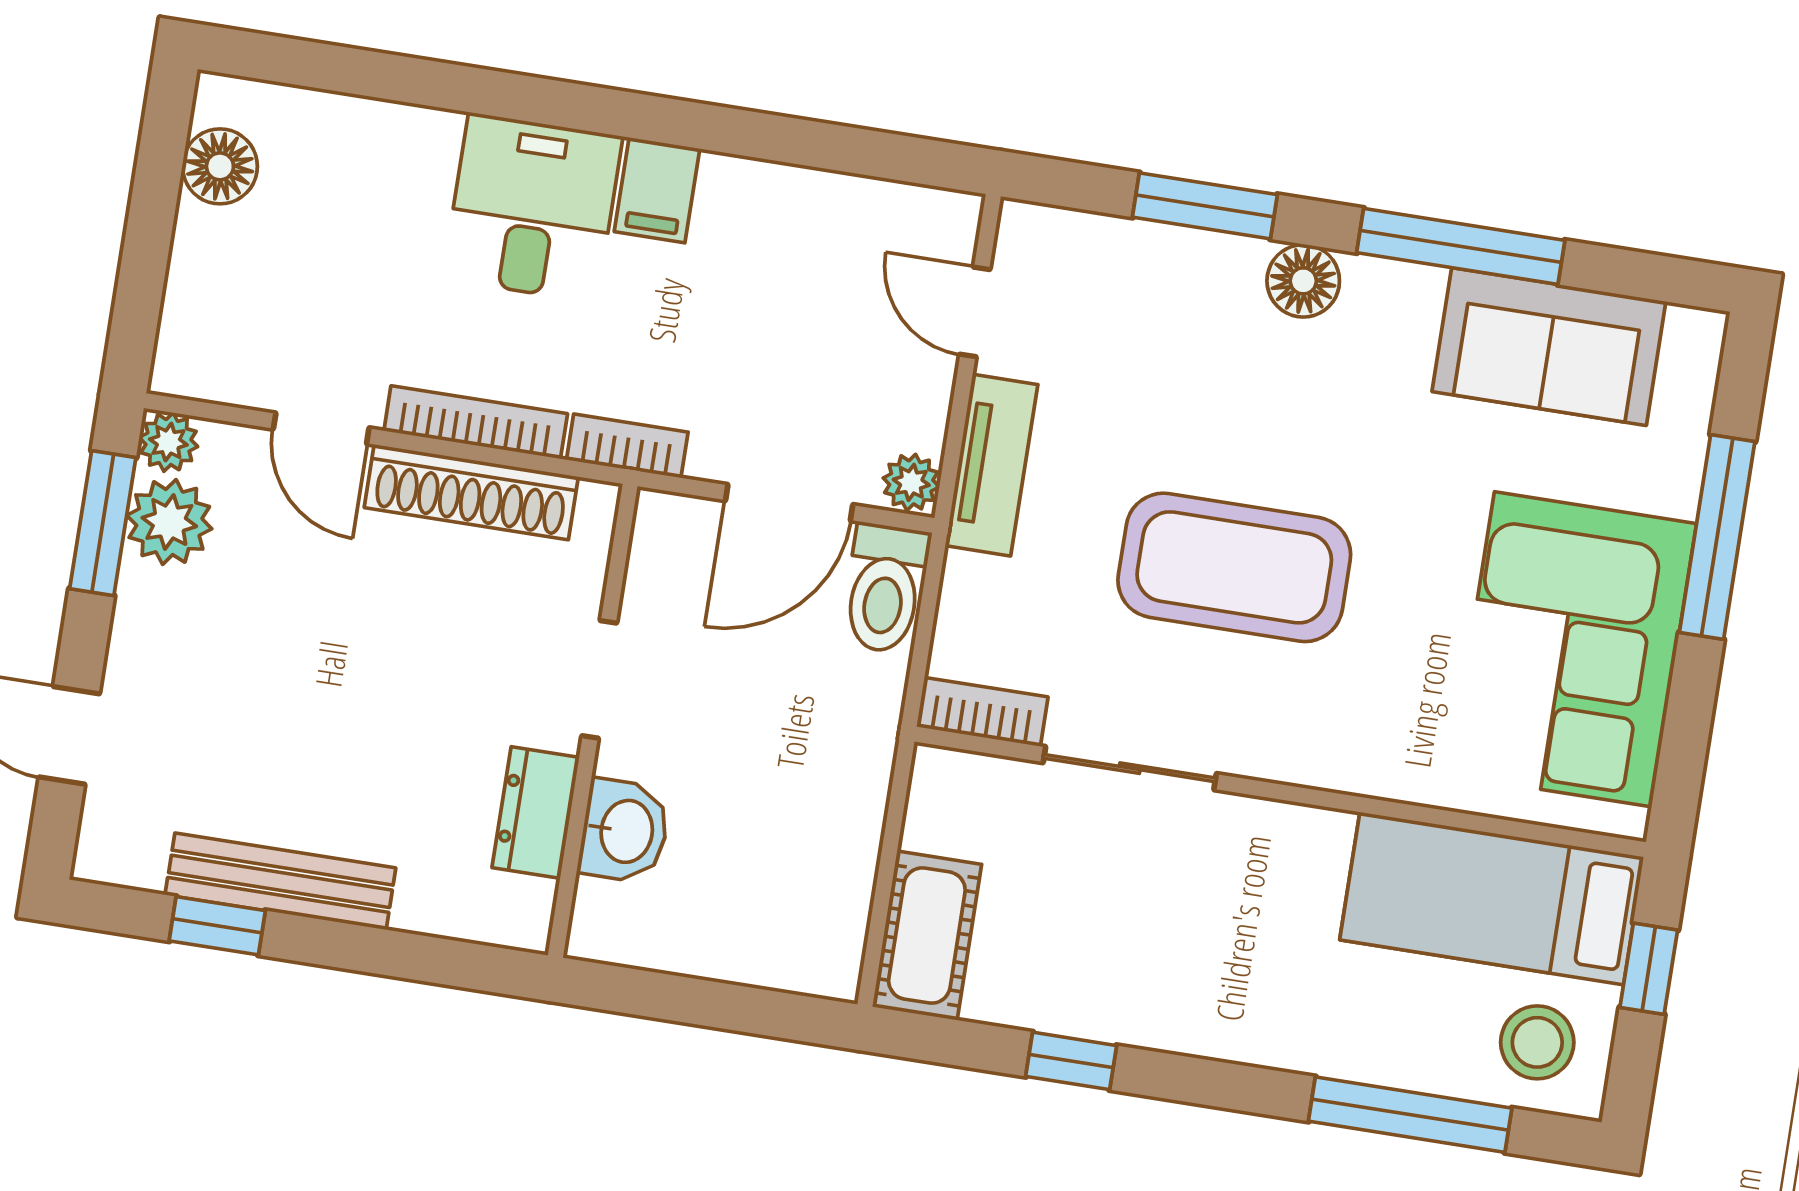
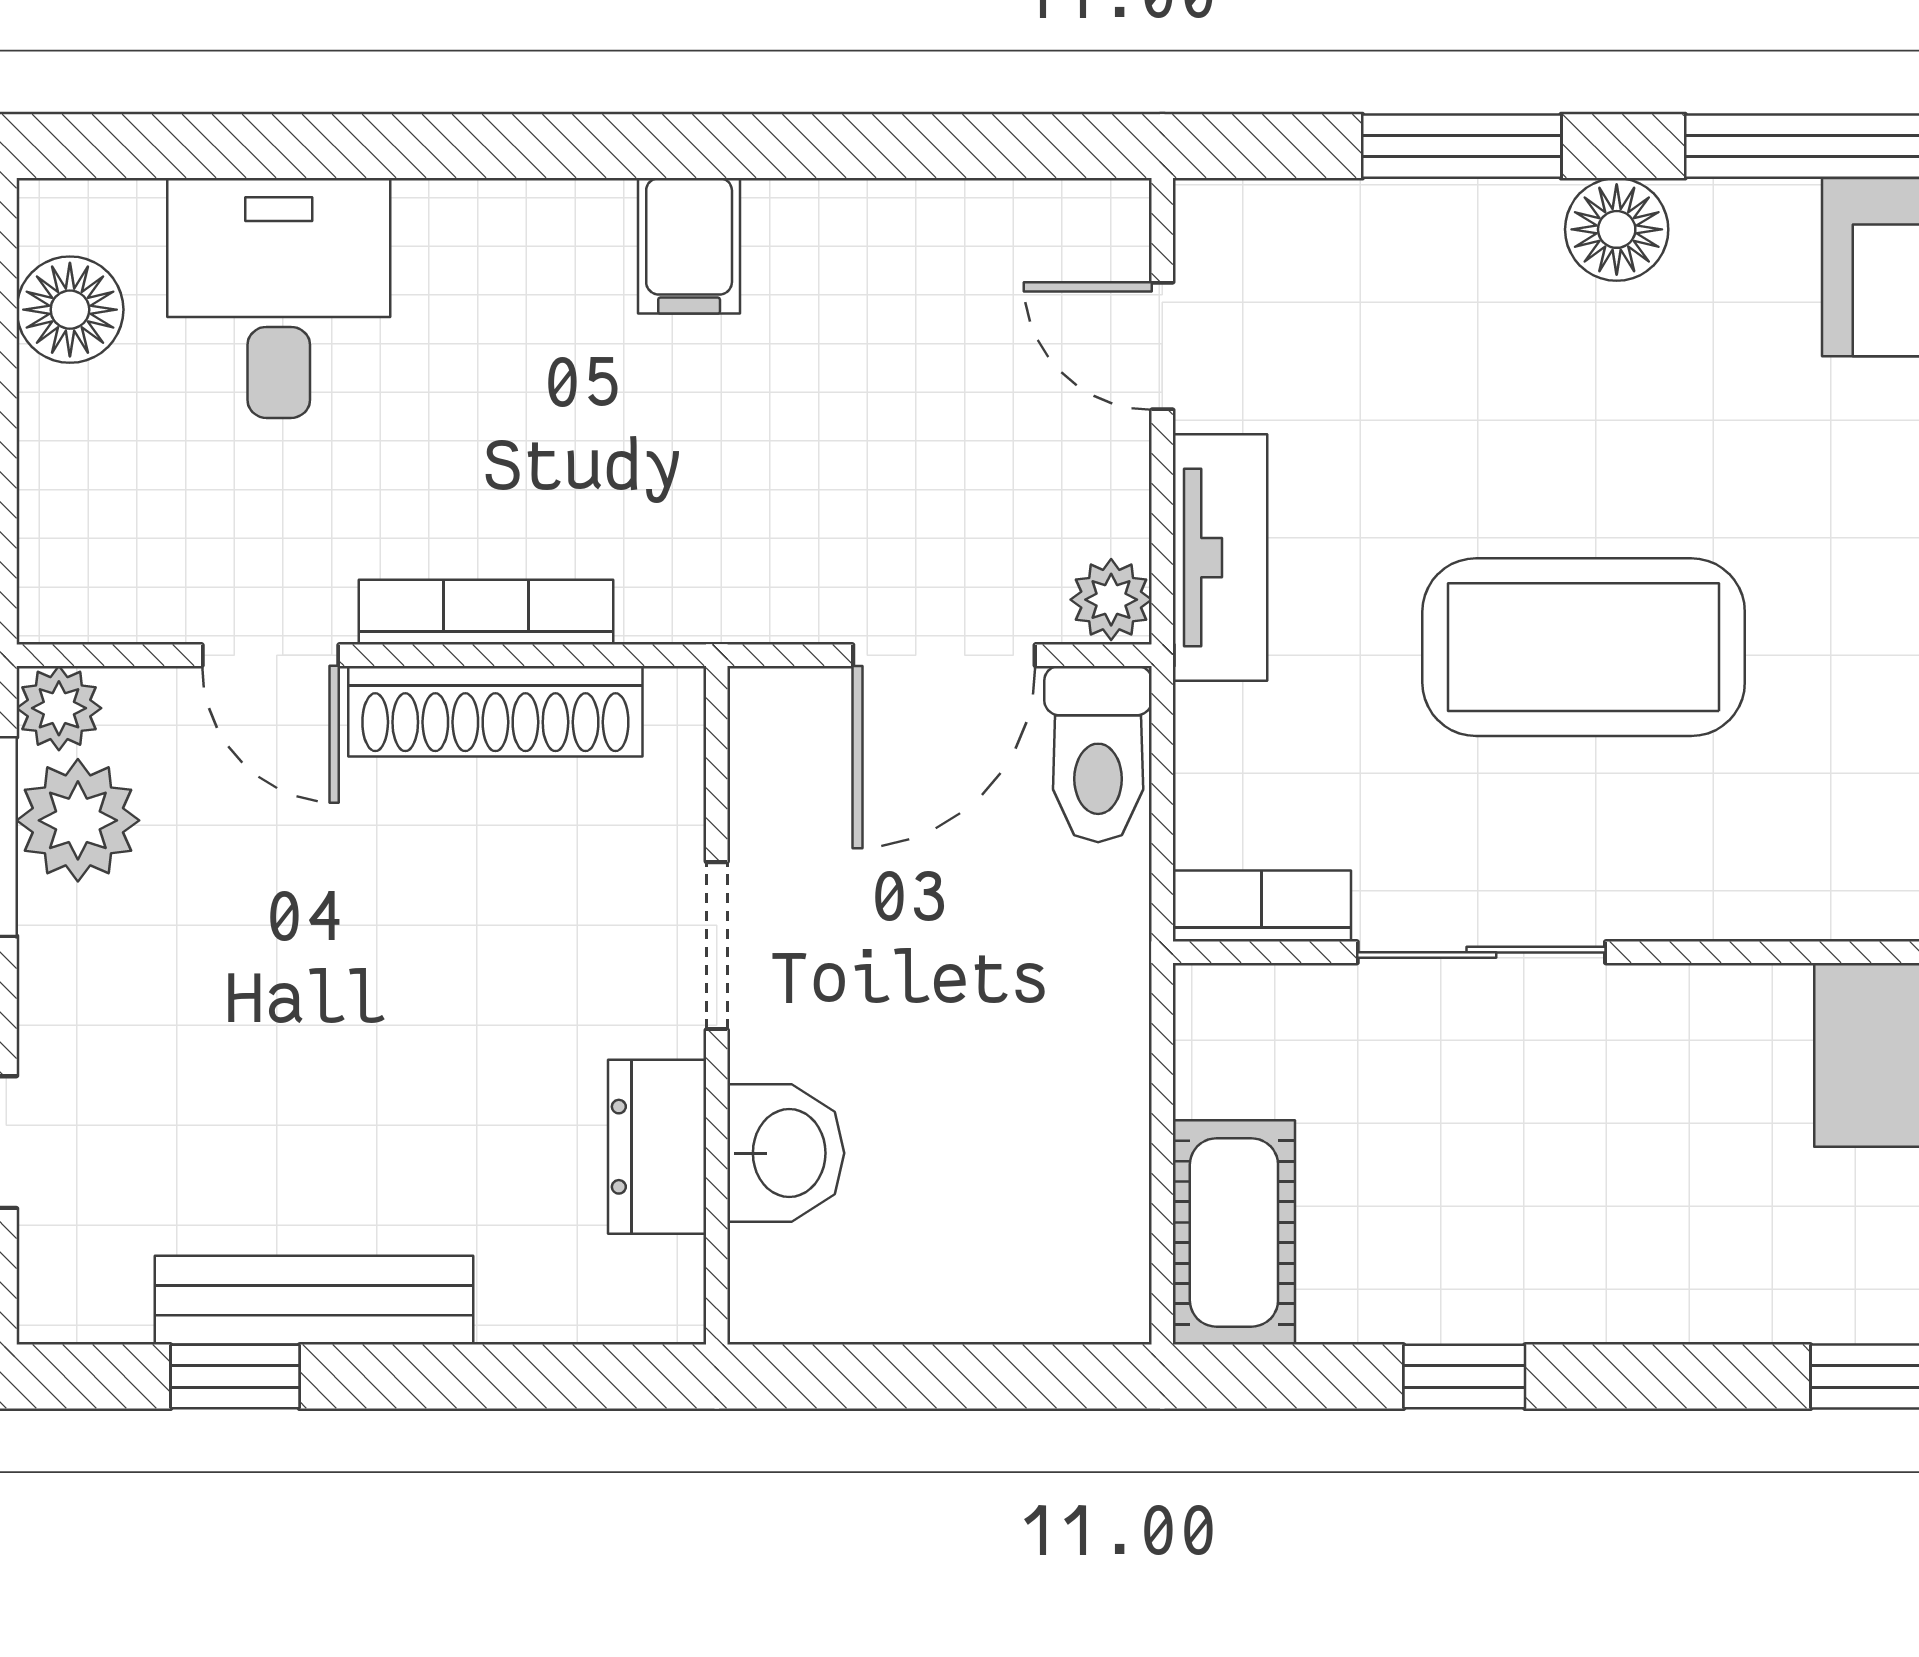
desk: (533, 208) -> (279, 298), moved
bookcase: (627, 446) -> (704, 612), removed

